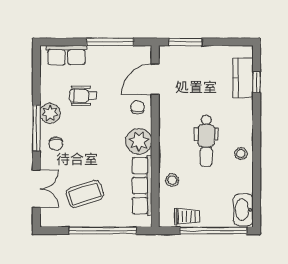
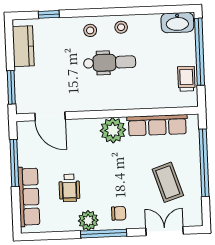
row of seats: (66, 55) -> (29, 197), width x1.48
kitchen counter: (243, 78) -> (23, 46), moved, turned -90
chair: (138, 107) -> (79, 133), removed
stool: (172, 180) -> (90, 30), moved

